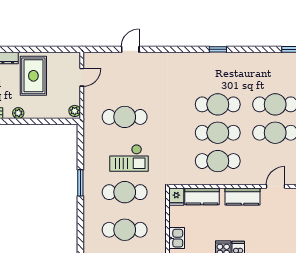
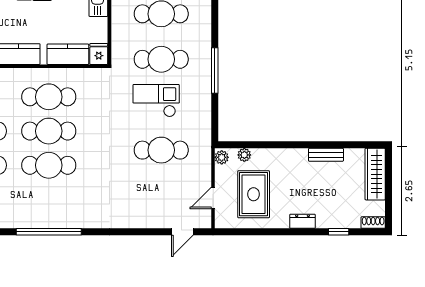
door: (130, 49) -> (182, 232), moved
window: (218, 49) -> (49, 232), width x3.17
rug: (33, 76) -> (254, 194), moved
plant: (18, 113) -> (244, 155), moved
window: (80, 183) -> (215, 70), width x1.44

